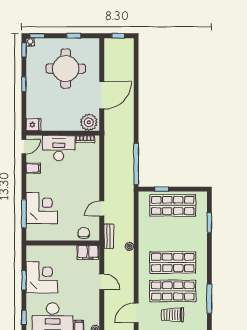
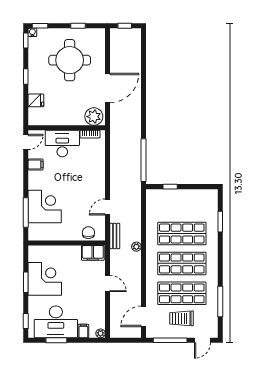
fridge: (34, 125) -> (36, 100), moved
shop shelf: (173, 205) -> (182, 234), moved

